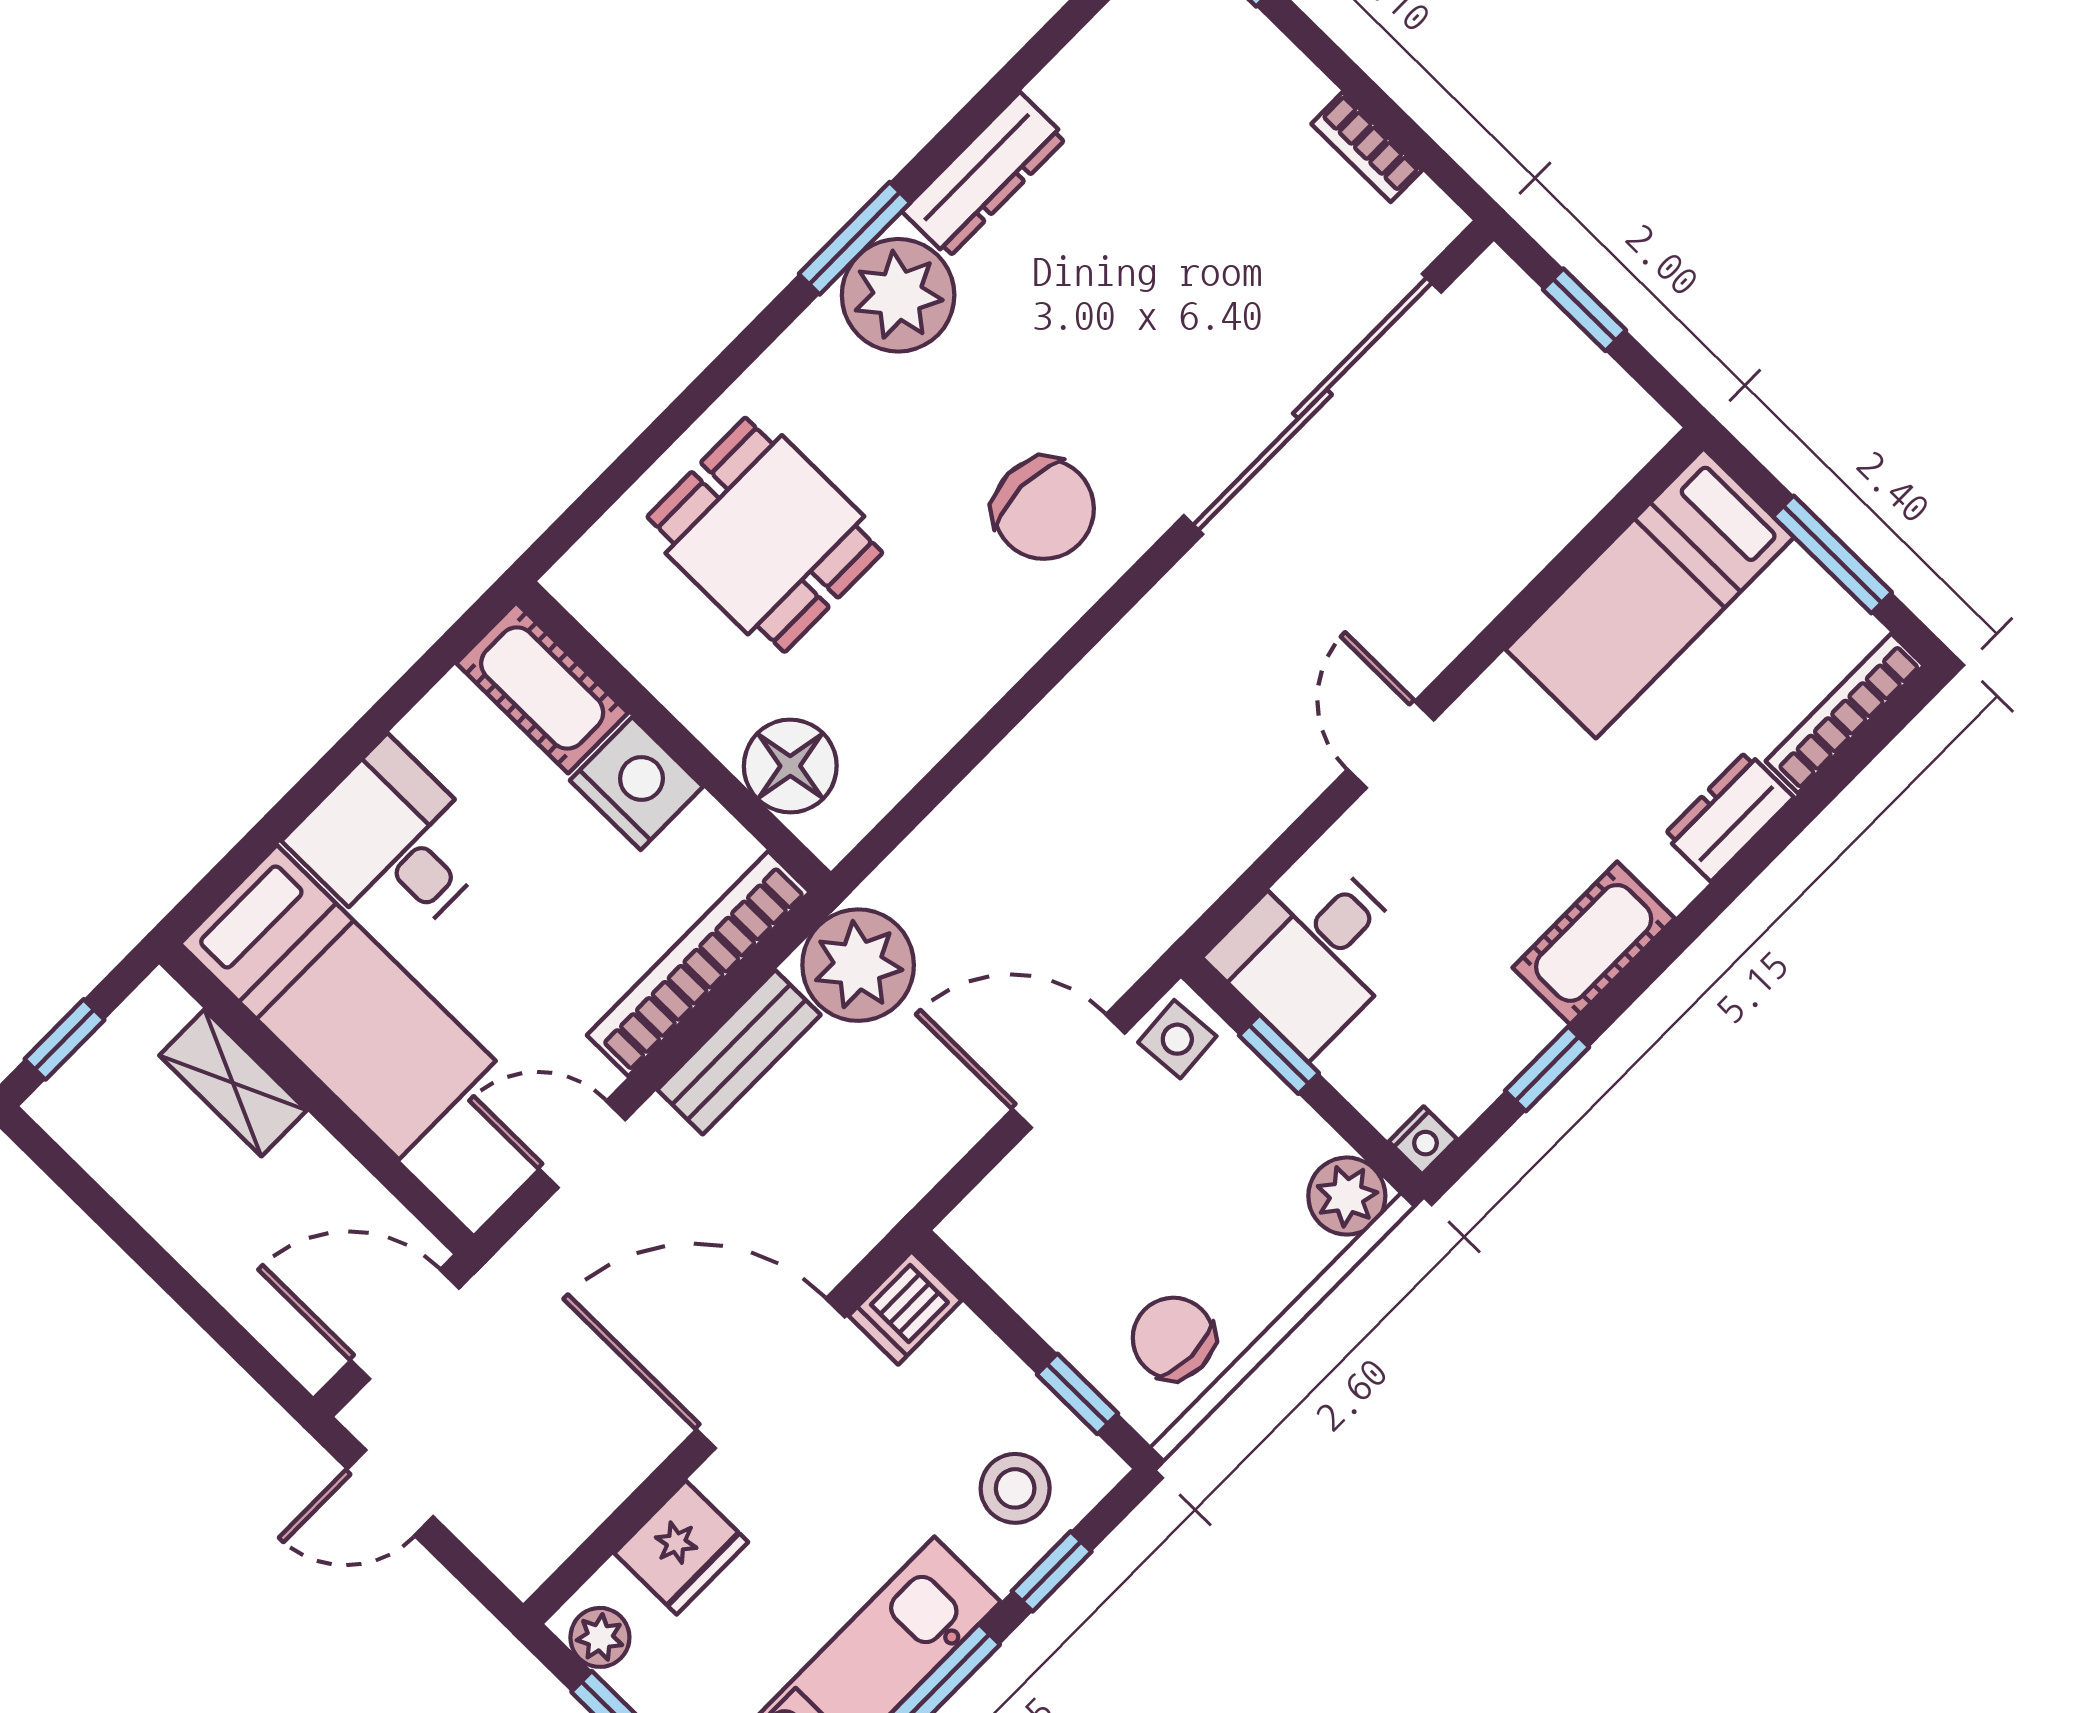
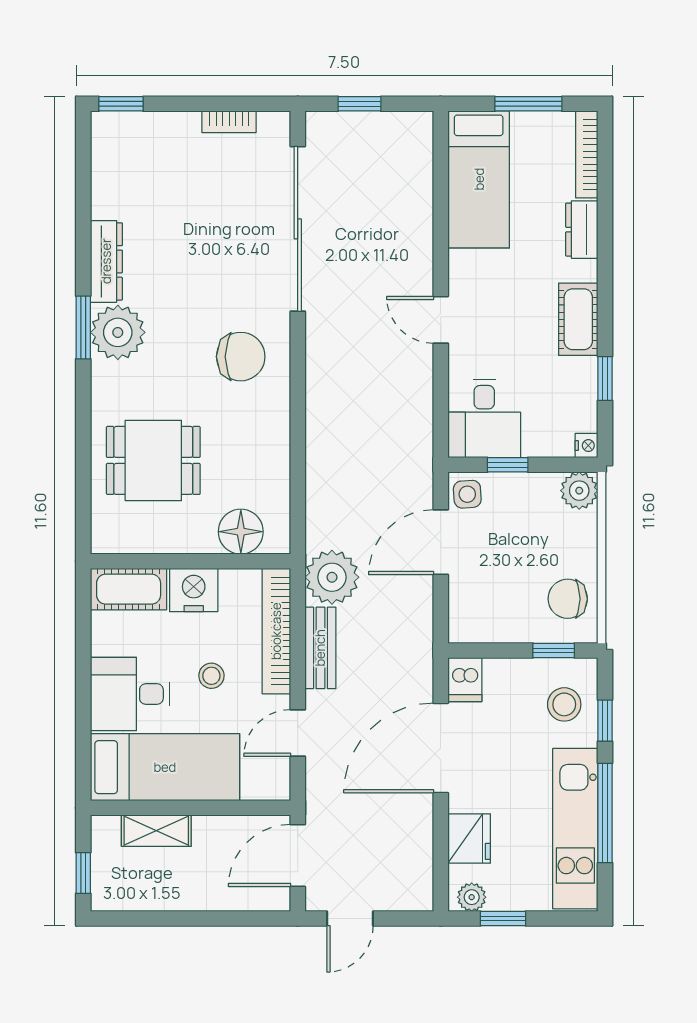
stool: (538, 935) -> (211, 676), added

